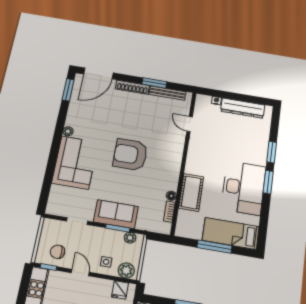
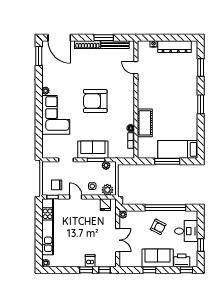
door: (98, 73) -> (59, 38), hinge flipped
window: (272, 152) -> (201, 68), moved
desk: (243, 188) -> (183, 112), removed

